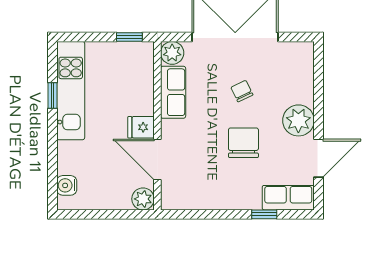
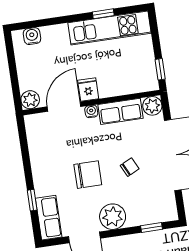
window: (318, 75) -> (152, 227), added
water cooler: (168, 127) -> (91, 111), added

